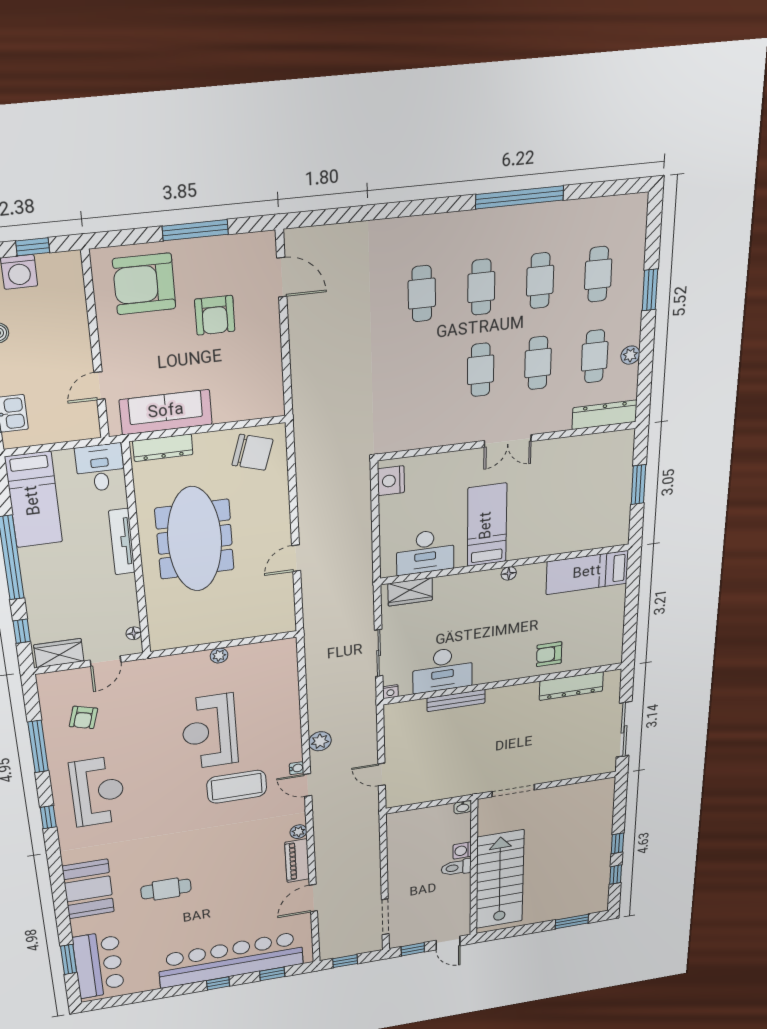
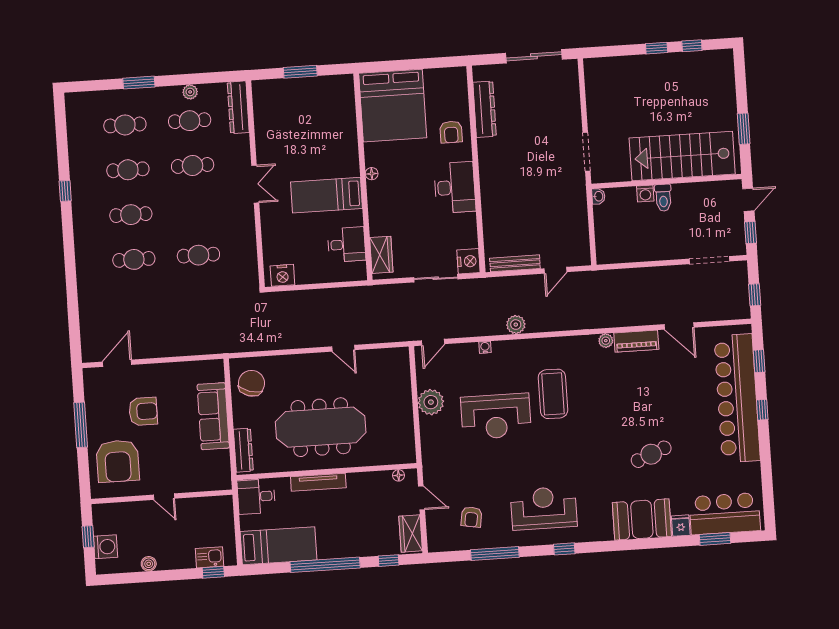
window: (520, 197) -> (65, 191), width x0.32
cafe table: (481, 370) -> (198, 255), moved
door: (99, 386) -> (164, 497), moved
sofa: (166, 412) -> (213, 416), moved
desk: (425, 552) -> (347, 245), width x0.73
bed: (587, 573) -> (393, 106), width x2.04
plant: (219, 656) -> (431, 402), width x1.87, depth x1.87
desk: (443, 670) -> (455, 187), moved
nightstand: (390, 692) -> (468, 261), width x1.89, depth x1.79
bench: (456, 701) -> (515, 263), moved, turned 90
armchair: (83, 717) -> (471, 517), turned 83
water cooler: (297, 768) -> (485, 347), moved
door: (308, 785) -> (433, 342), moved
cafe table: (166, 889) -> (651, 454), turned 68
window: (572, 921) -> (744, 129), moved
fridge: (83, 926) -> (681, 526), added

